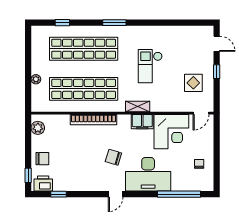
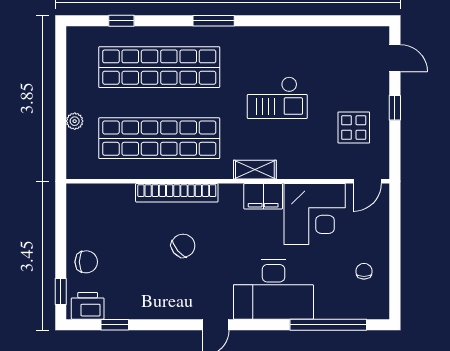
checkout: (150, 66) -> (277, 98), turned -90
plant: (38, 128) -> (78, 207), removed
chair: (113, 157) -> (183, 246), moved, turned 123

